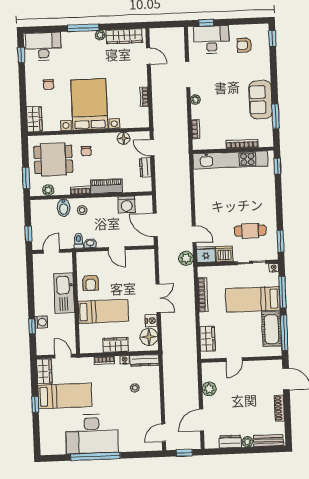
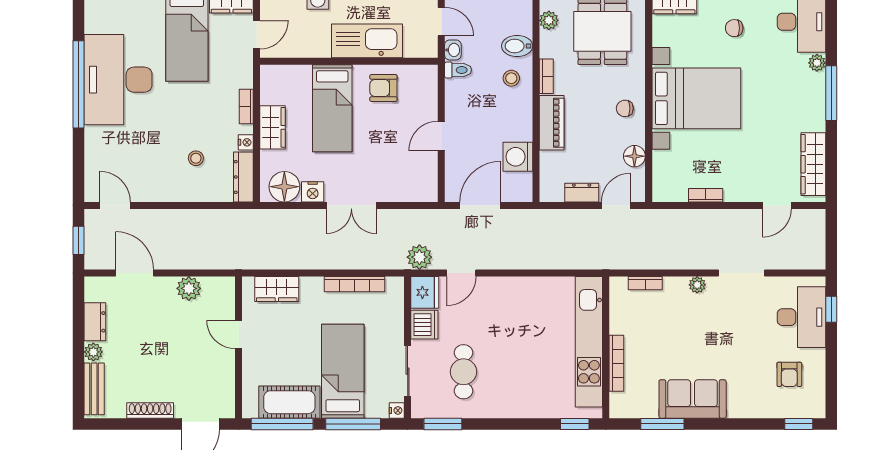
plant: (100, 35) -> (817, 63), moved
armchair: (244, 45) -> (789, 374), turned 180
chair: (86, 151) -> (625, 108), moved
washbasin: (90, 243) -> (453, 50), moved

